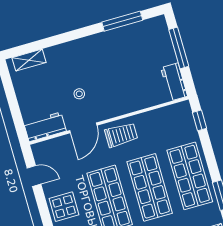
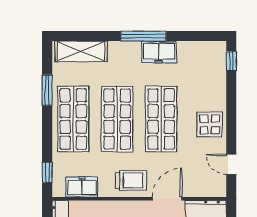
freezer: (164, 116) -> (82, 187), added
trolley: (121, 135) -> (131, 181), turned 180

